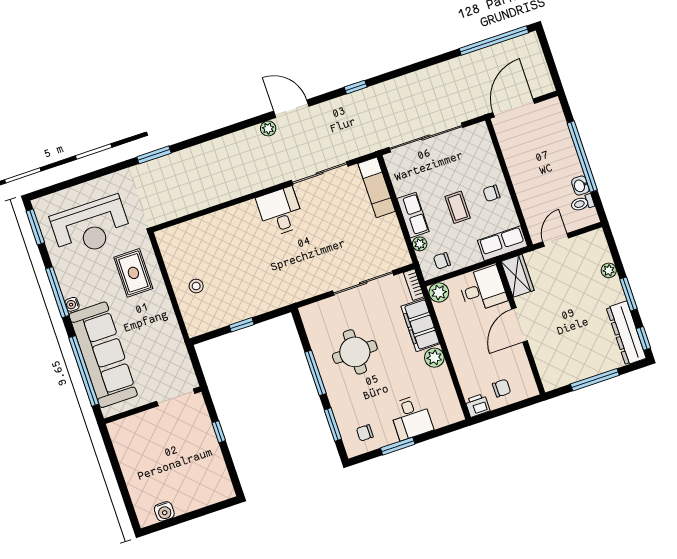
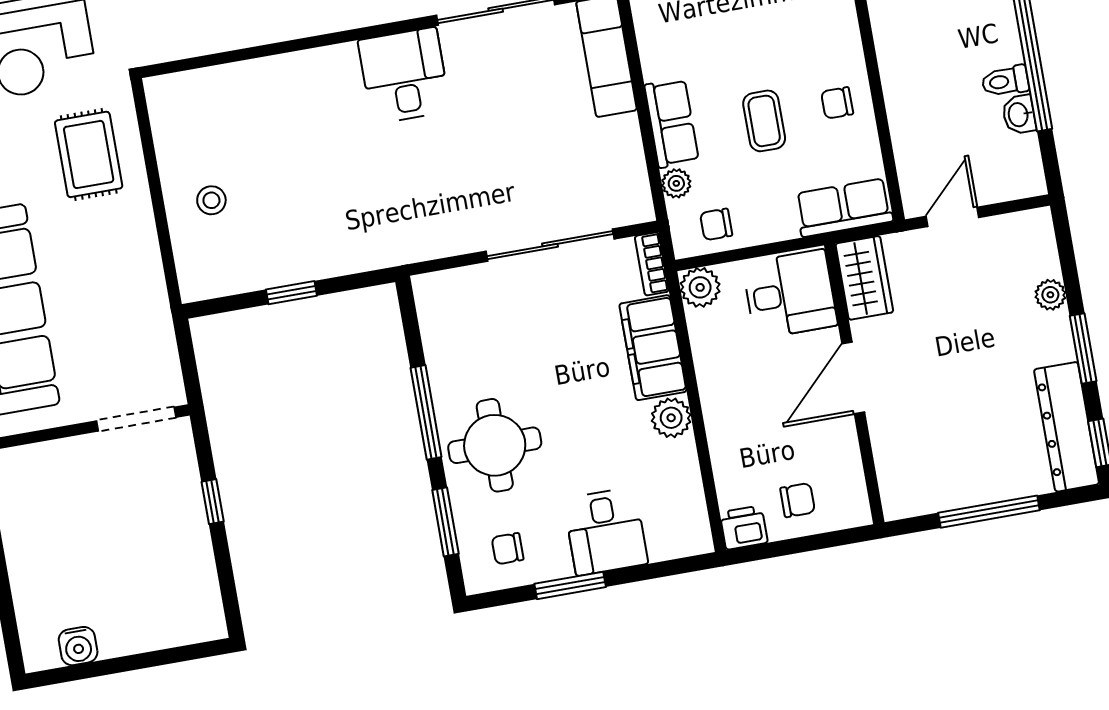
toilet: (582, 203) -> (1005, 81), moved
round table: (355, 352) -> (495, 445), moved

